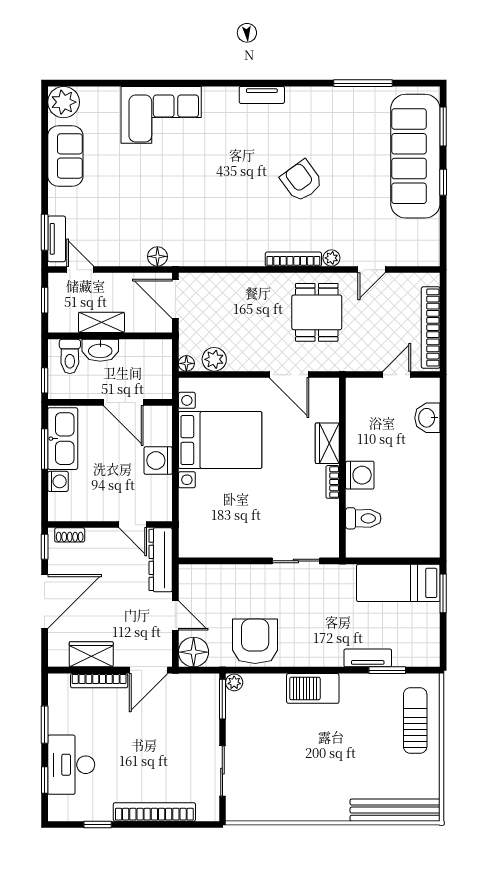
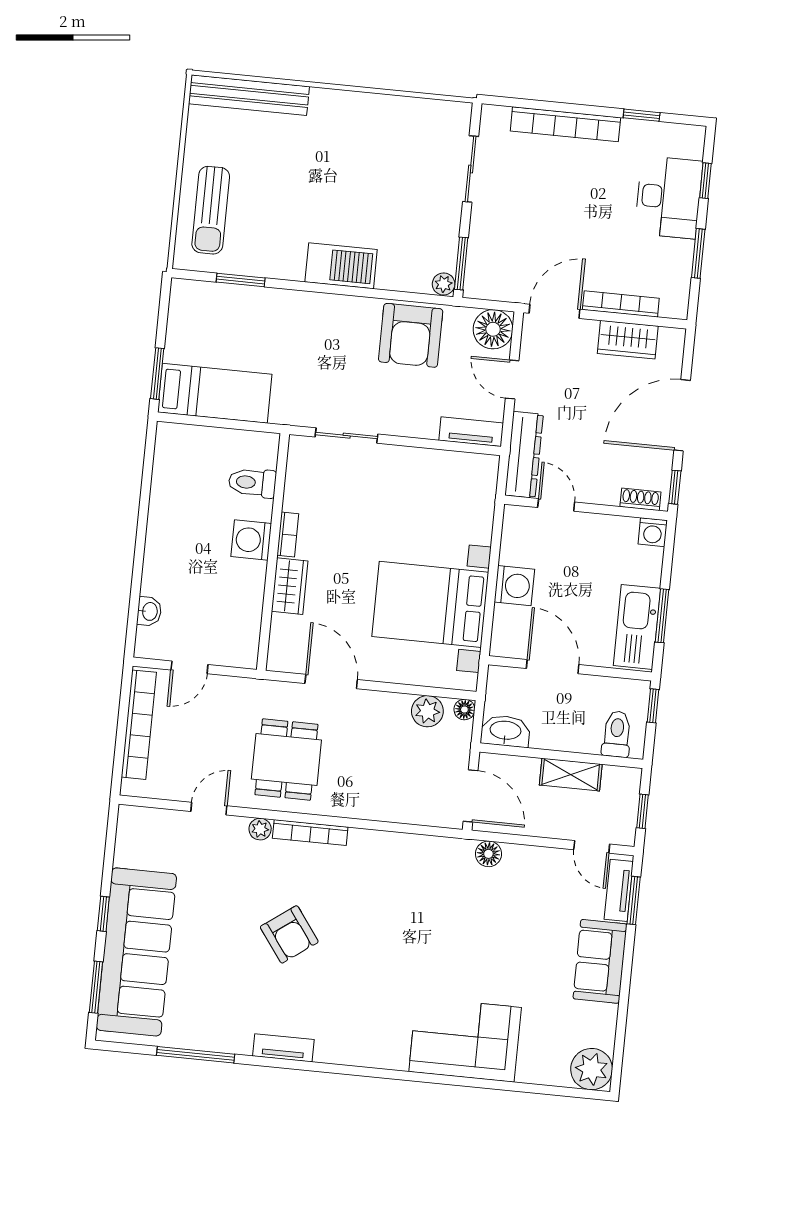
tv unit: (262, 95) -> (283, 1048), moved
sofa: (65, 156) -> (600, 961), moved
washbasin: (100, 350) -> (505, 731), moved
washbasin: (427, 418) -> (149, 611), width x0.72, depth x0.69
washing machine: (58, 481) -> (653, 532), moved, turned -90
tv unit: (368, 658) -> (471, 432), moved, turned 180

